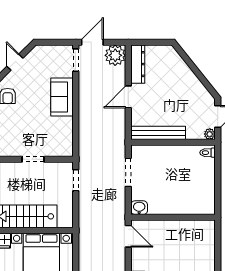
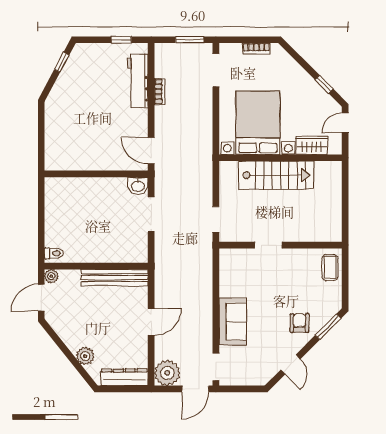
dresser: (138, 64) -> (124, 377), moved, turned 90
plant: (182, 69) -> (85, 356), added
doorway: (128, 172) -> (151, 215), moved

